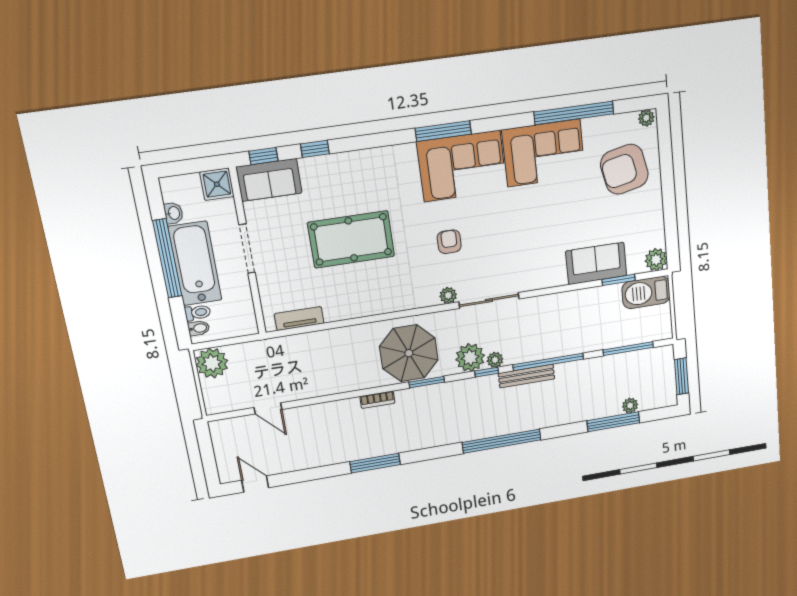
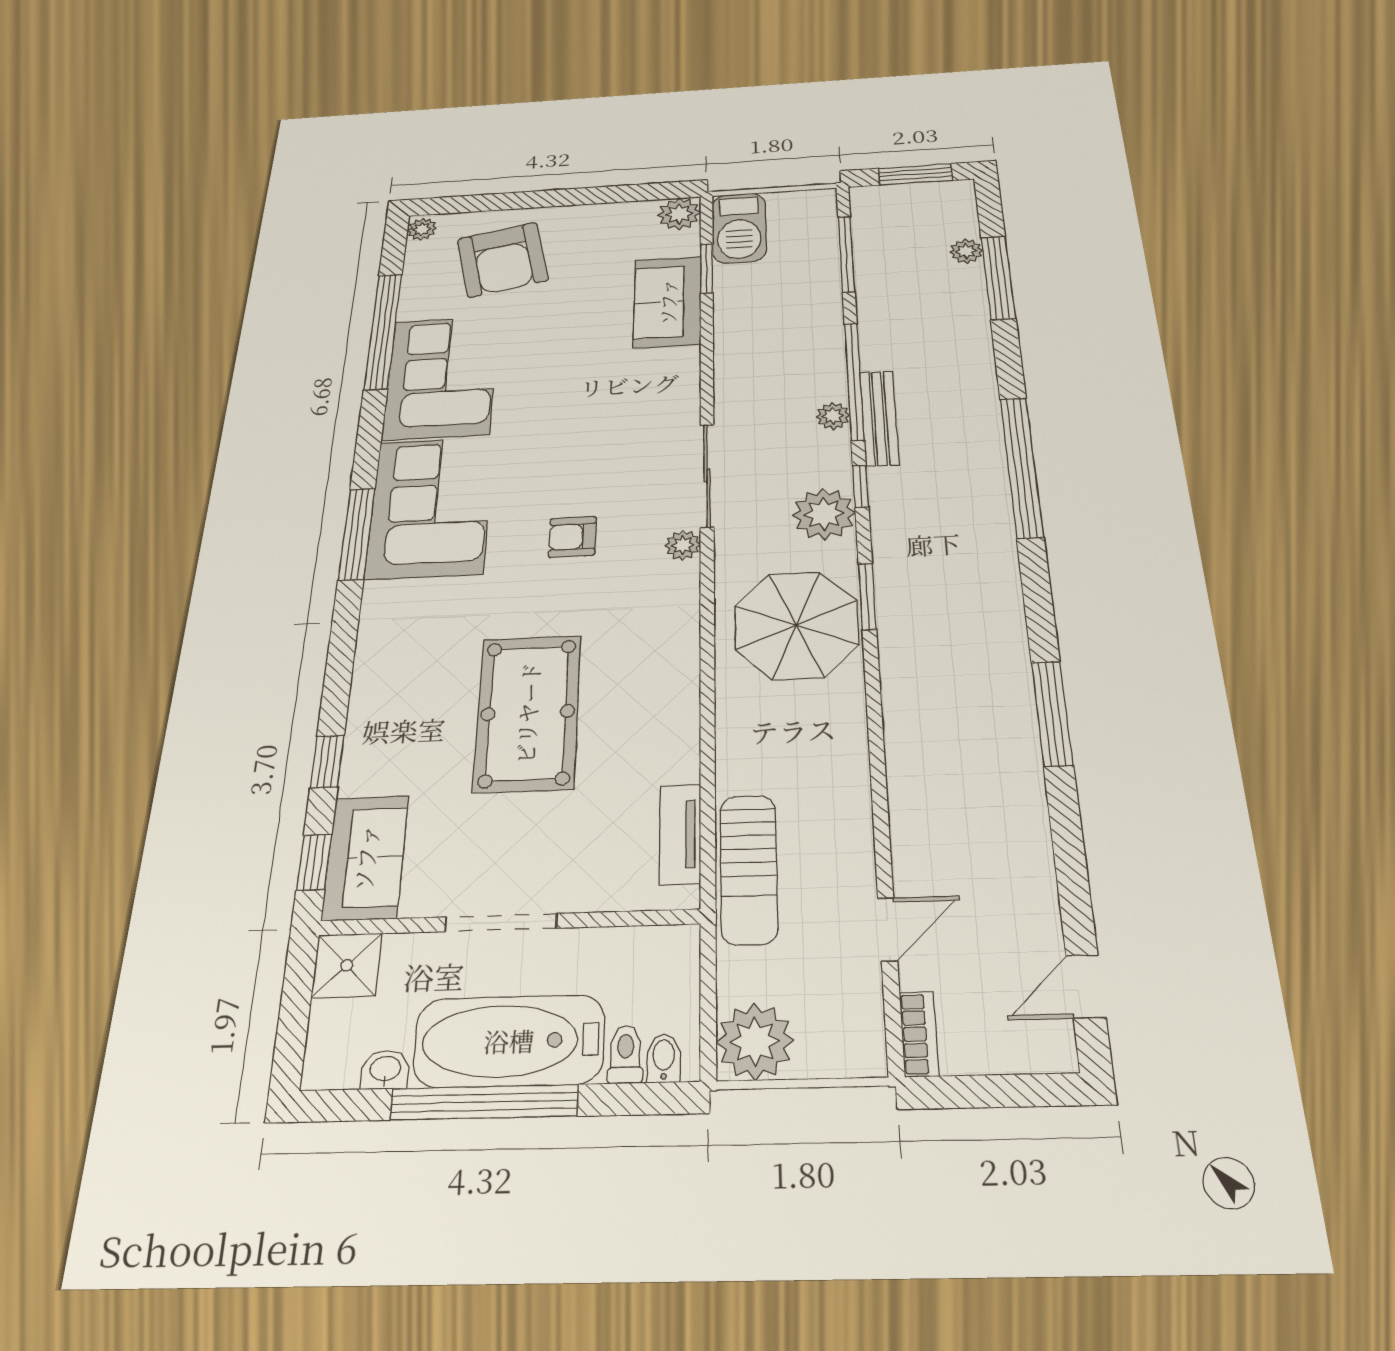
sun lounger: (287, 350) -> (749, 869), added
plant: (495, 360) -> (833, 416), moved
bookcase: (377, 400) -> (919, 1034), moved

